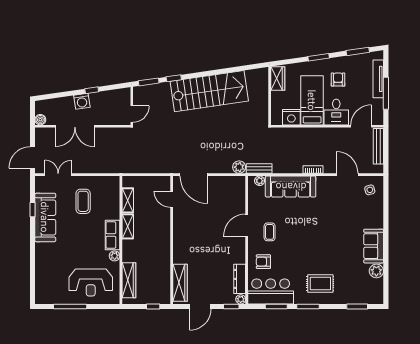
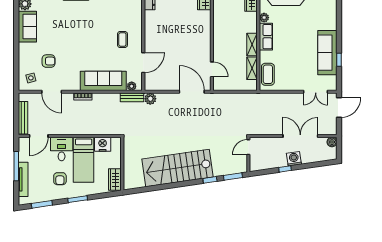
coffee table: (83, 201) -> (268, 74), moved
door: (247, 225) -> (143, 63), moved
armchair: (263, 262) -> (49, 61), moved

